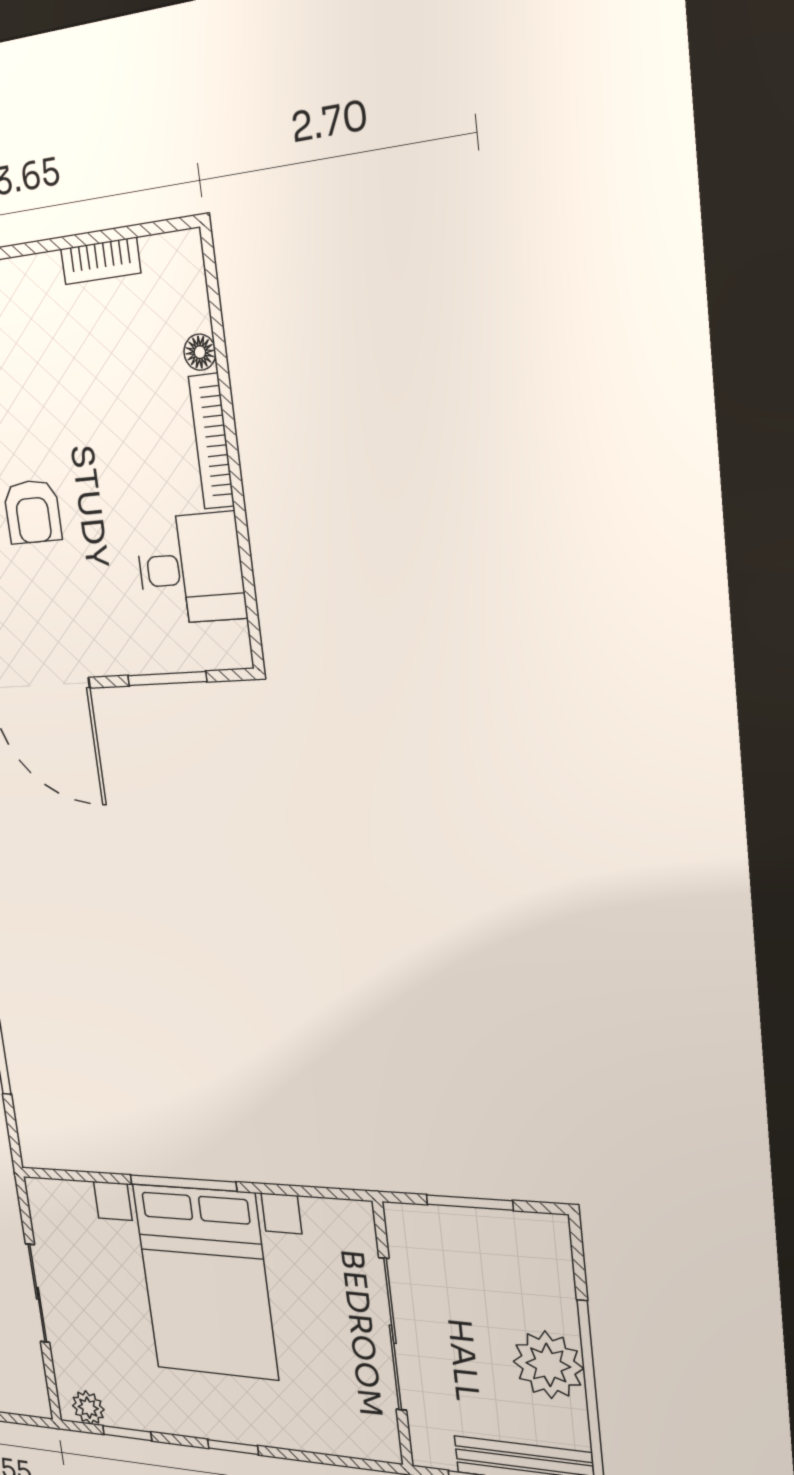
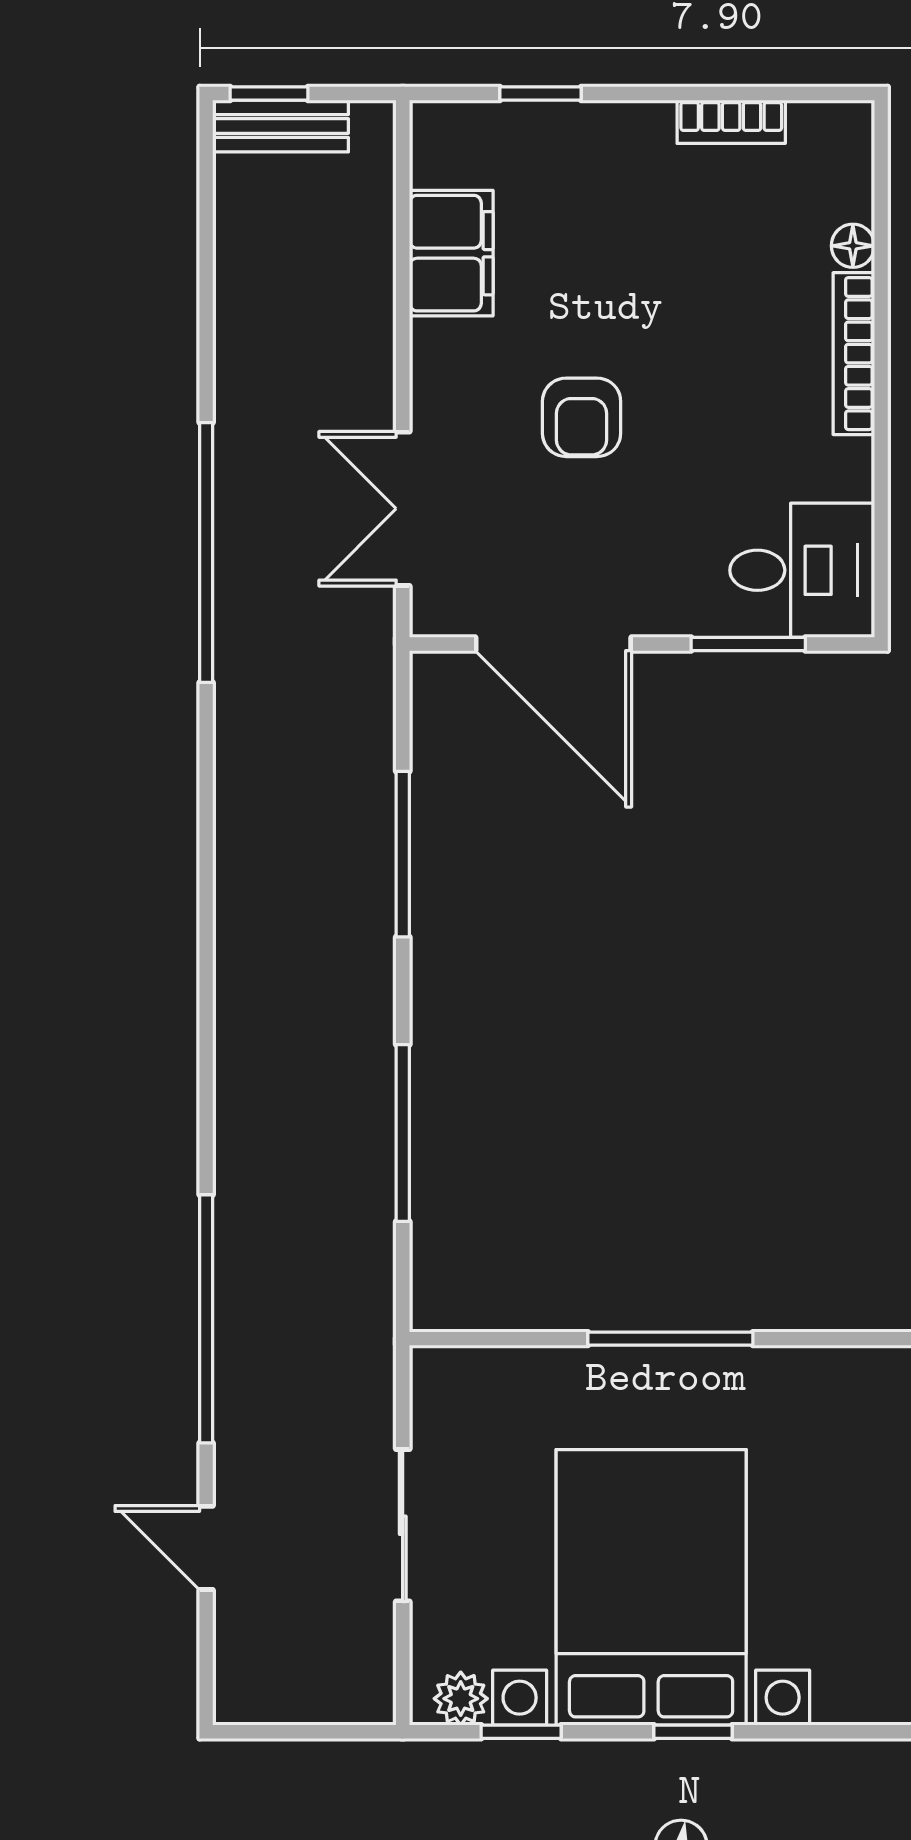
desk: (191, 569) -> (802, 570), moved
bed with nightstands: (205, 1282) -> (651, 1587), moved, turned 180

